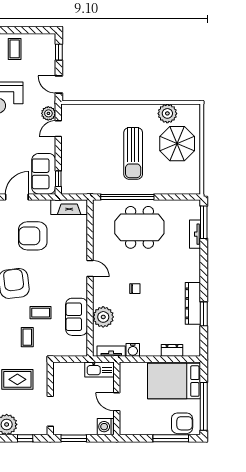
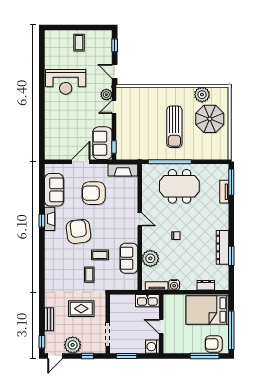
armchair: (182, 423) -> (214, 344), turned 180

